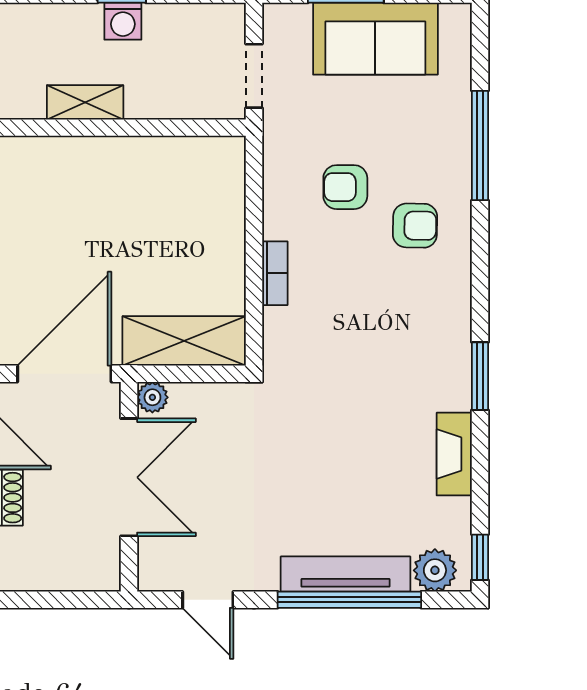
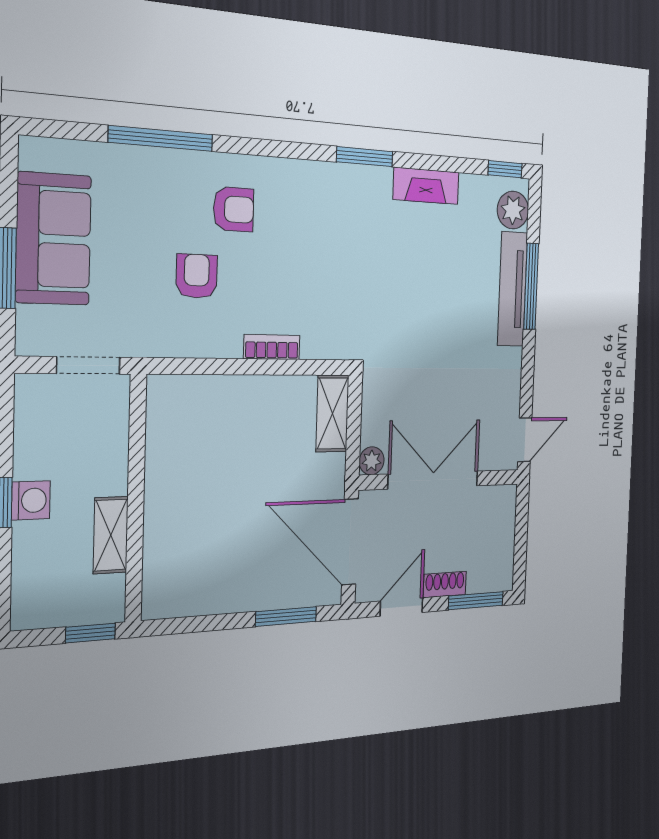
armchair: (345, 187) -> (197, 276), turned 180
armchair: (415, 226) -> (233, 209), turned 89
shelving: (184, 341) -> (332, 413), width x0.67, depth x0.75
door: (208, 600) -> (525, 440), moved
window: (349, 600) -> (531, 286), width x0.68

